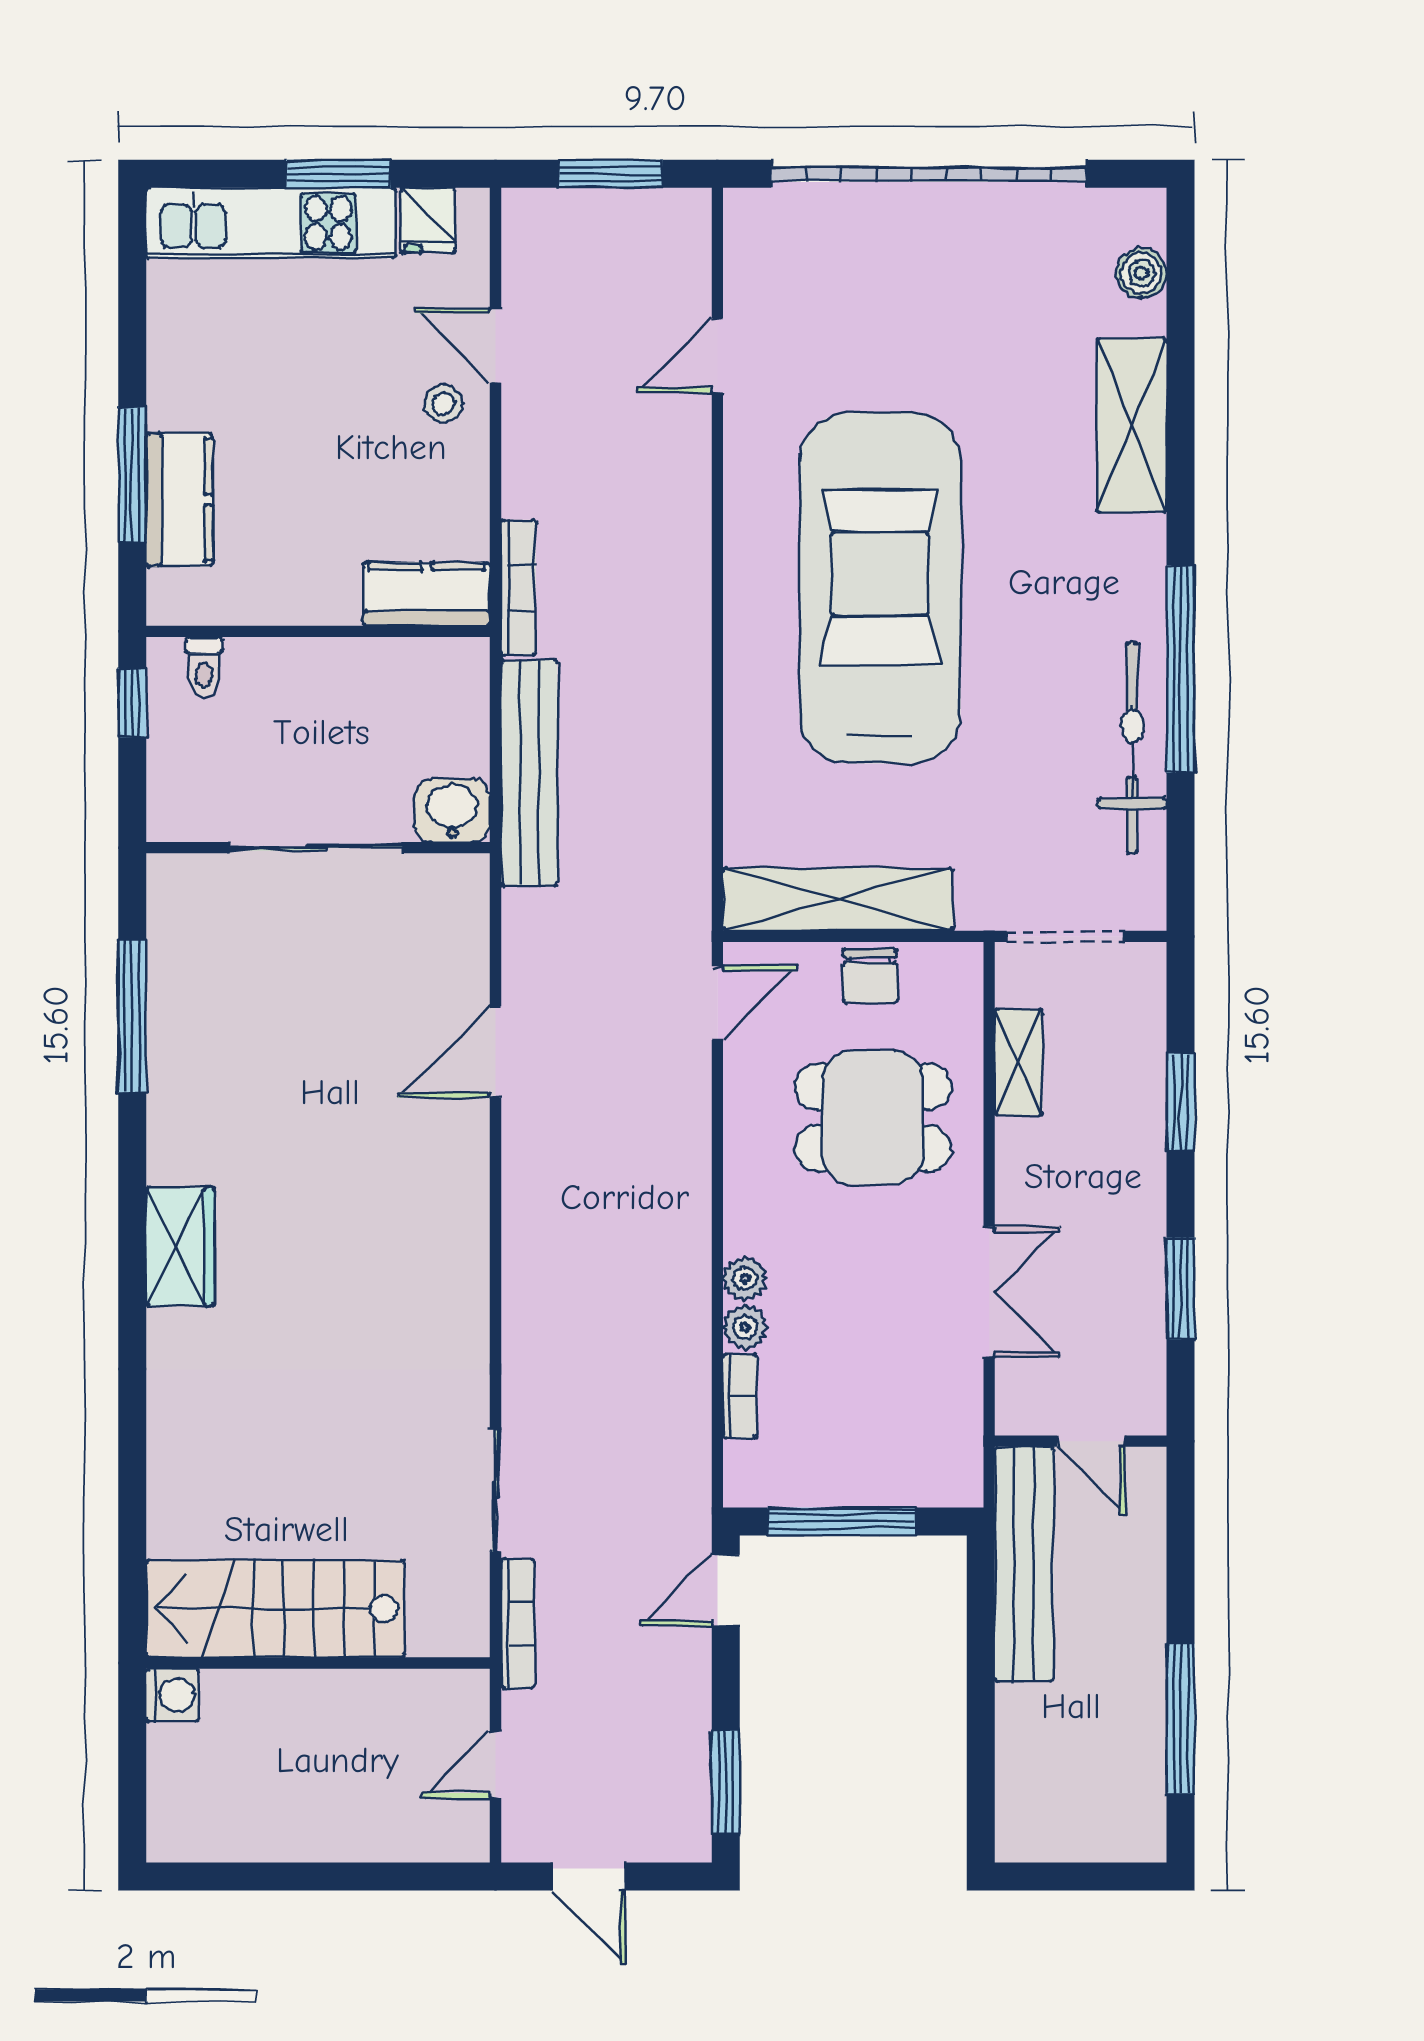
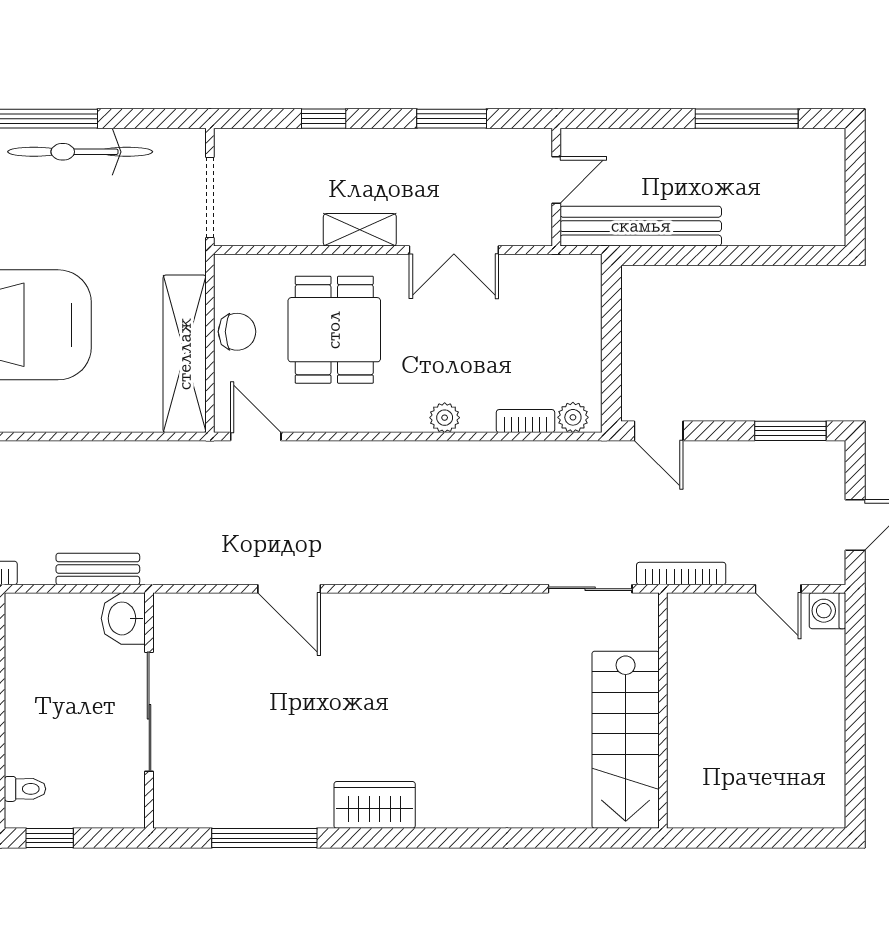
bench: (529, 773) -> (98, 569), width x0.54, depth x0.82
shelving: (1018, 1062) -> (360, 230), moved
window: (1180, 1102) -> (324, 119), width x0.67
wardrobe: (180, 1247) -> (375, 805), moved
double door: (989, 1292) -> (454, 250), swing flipped
plant: (745, 1327) -> (573, 417), moved
window: (841, 1522) -> (611, 351), removed
stairs: (275, 1609) -> (626, 740), moved
wall: (318, 1663) -> (663, 711), moved
washing machine: (172, 1695) -> (827, 611), moved, turned -90

